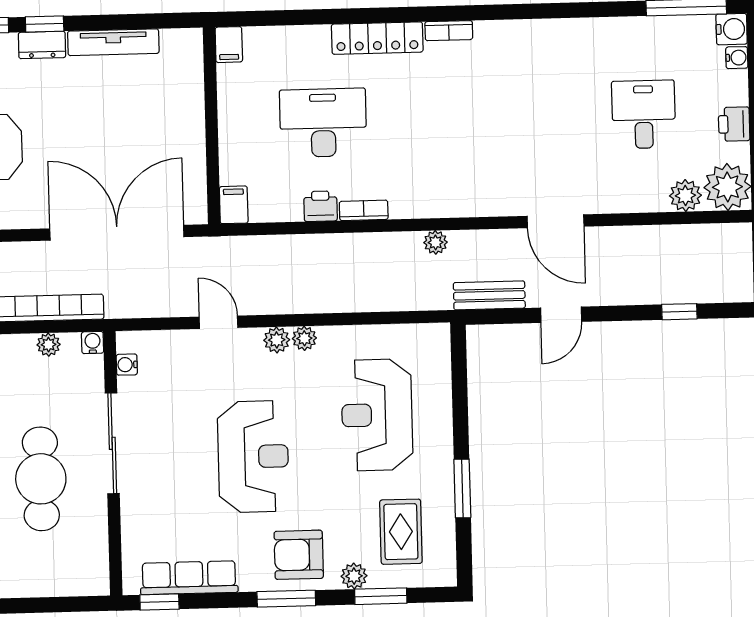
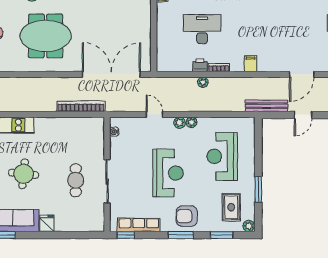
filing cabinet: (234, 205) -> (250, 64), moved
door: (556, 221) -> (302, 74), hinge flipped
plant: (436, 242) -> (203, 82), moved
bench: (489, 295) -> (267, 106), width x1.36
water cooler: (93, 343) -> (100, 122), removed
plant: (49, 345) -> (81, 122), removed
sliding door: (112, 443) -> (107, 181), moved
cafe table: (41, 479) -> (76, 180), width x0.73, depth x0.74
plant: (354, 576) -> (249, 226), moved

